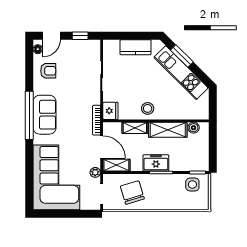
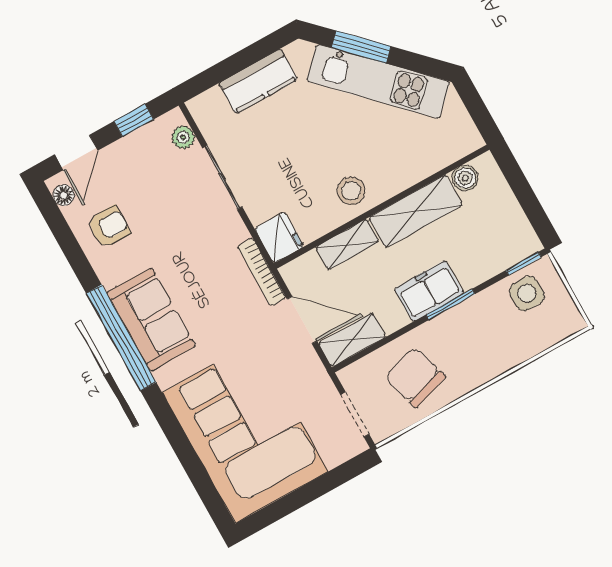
plant: (95, 172) -> (183, 137), moved

